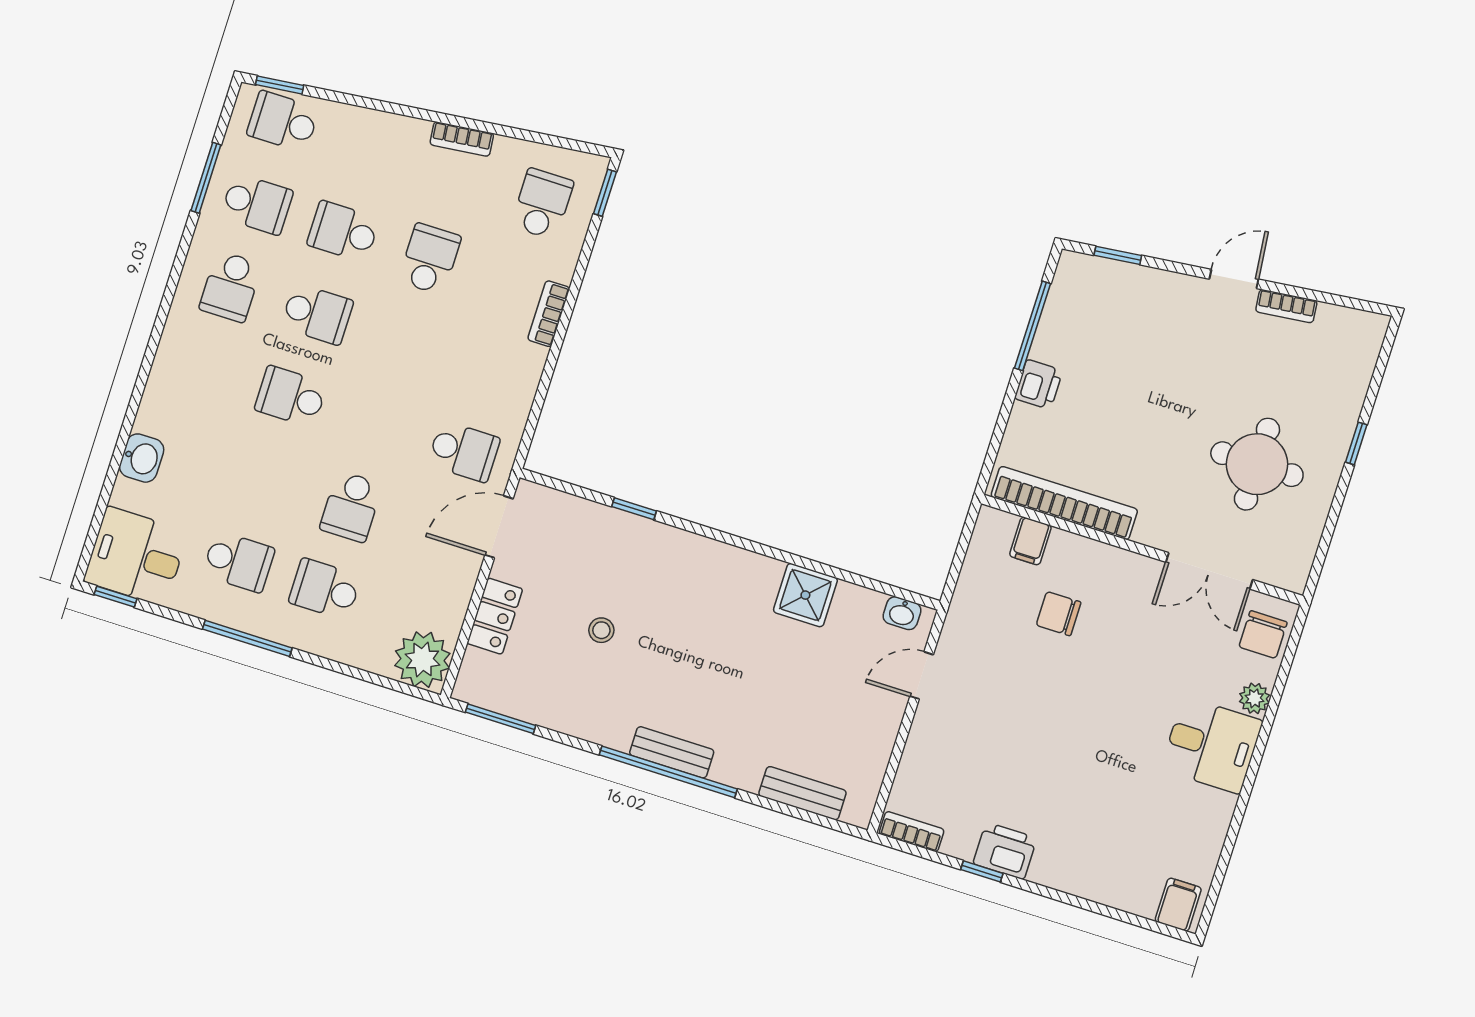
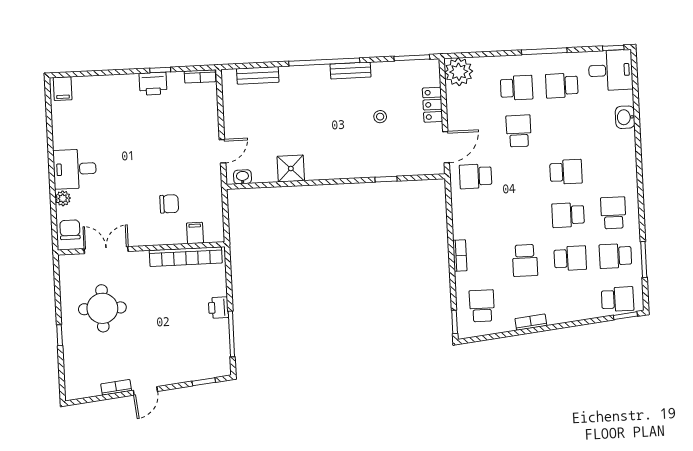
school desk: (542, 204) -> (482, 306), turned 180
bench: (672, 752) -> (350, 71), moved

